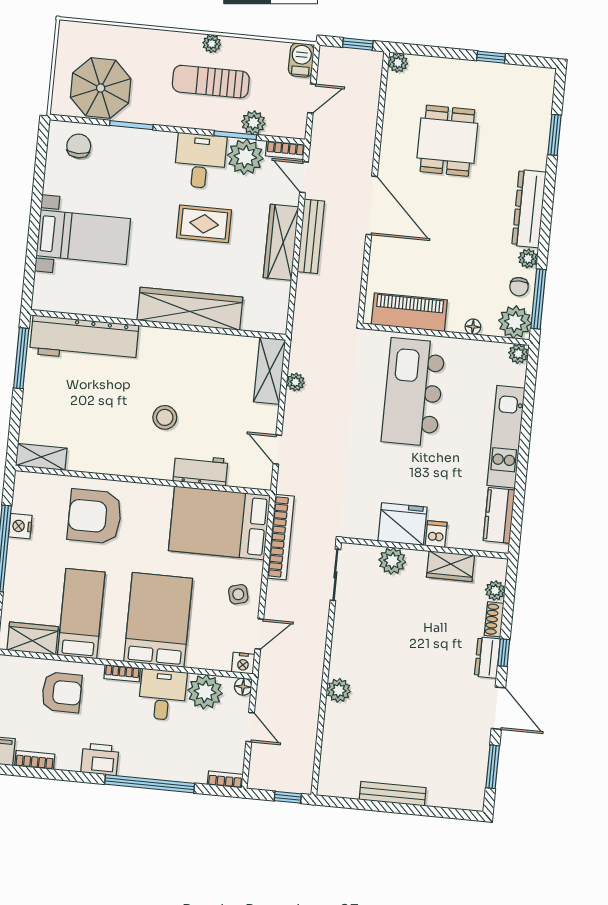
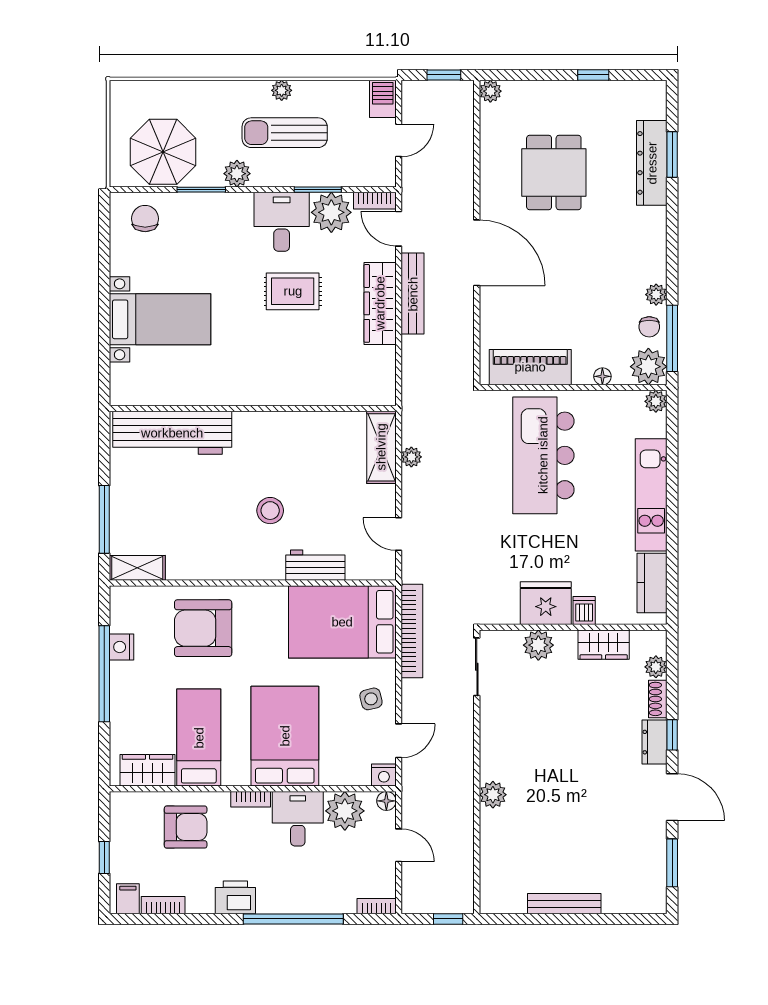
plant: (253, 123) -> (237, 174), moved
dresser: (529, 209) -> (652, 163), moved
wardrobe: (190, 309) -> (286, 387), removed
window: (21, 358) -> (104, 519), moved

